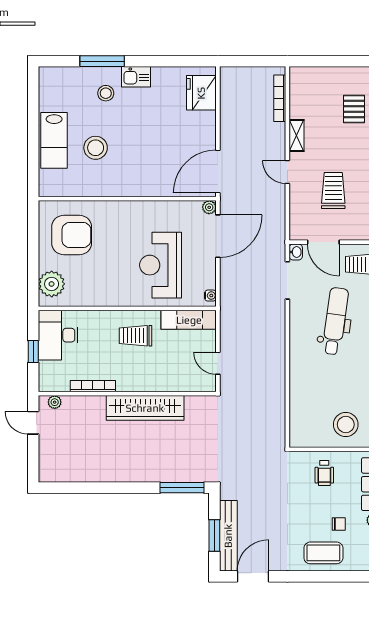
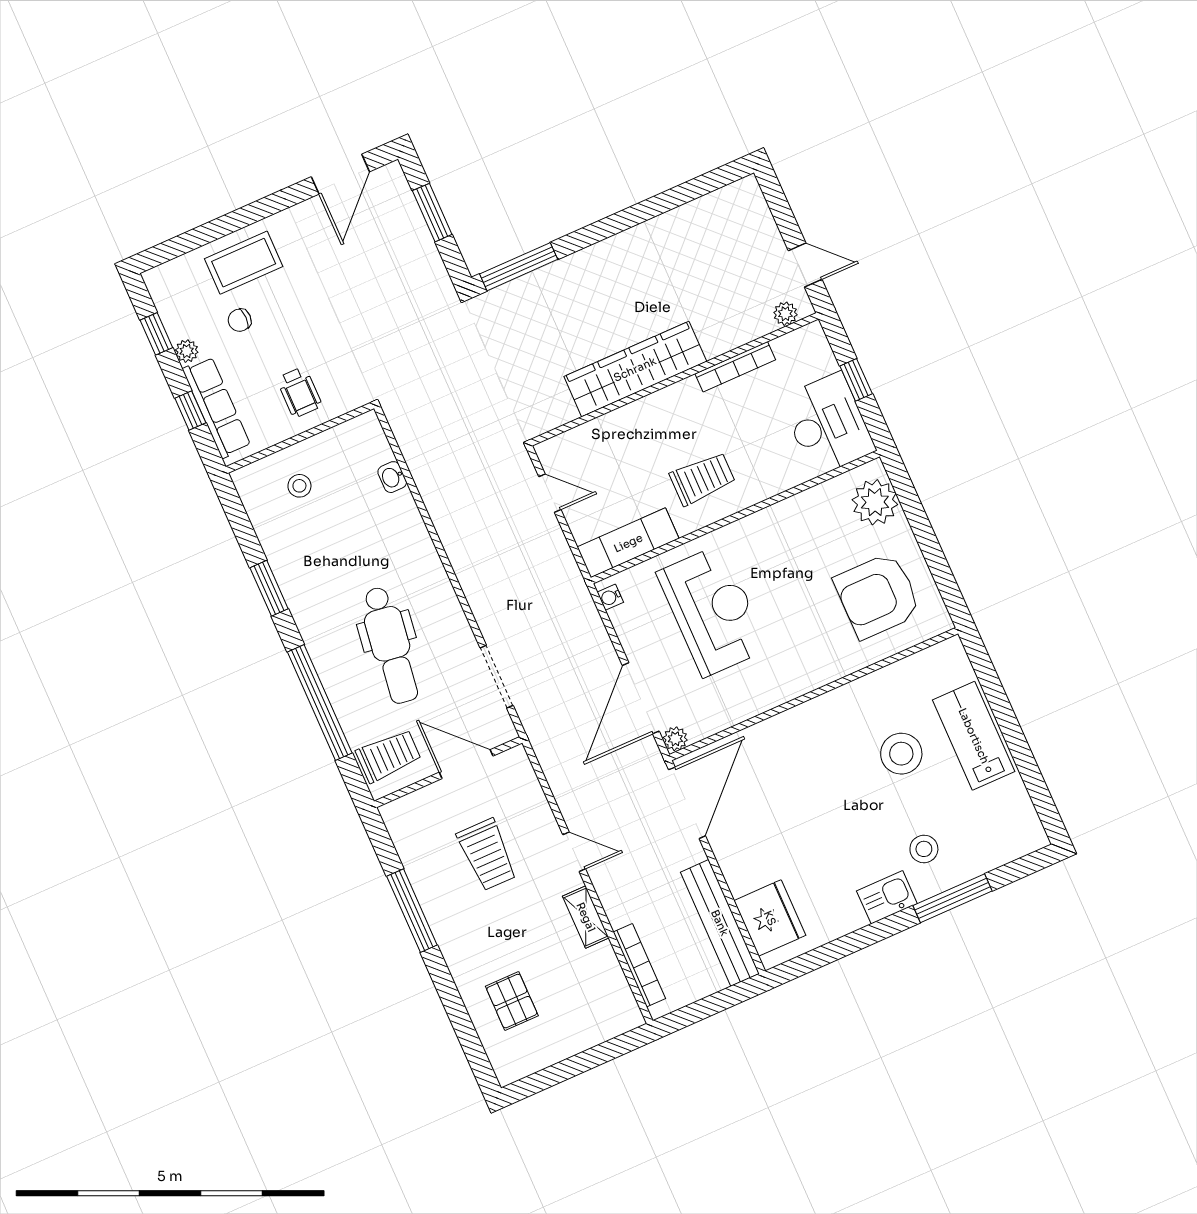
washbasin: (296, 252) -> (392, 477), moved
stool: (346, 424) -> (299, 486), width x0.53, depth x0.53
wheelchair: (324, 473) -> (299, 392), turned 180
bench: (228, 536) -> (720, 923), moved

